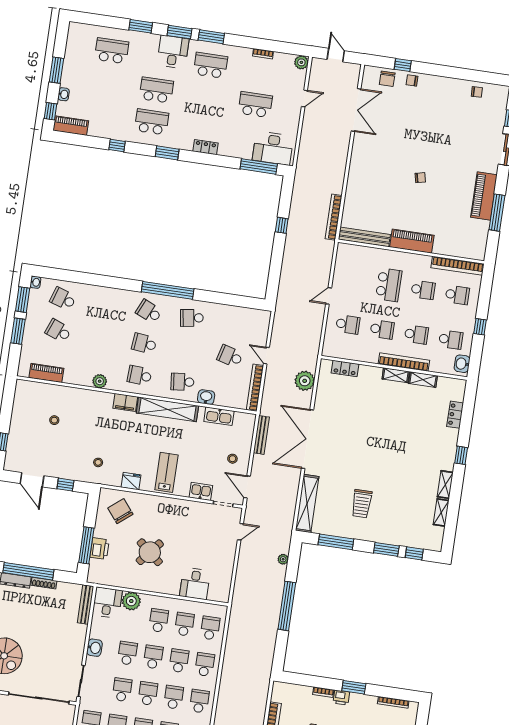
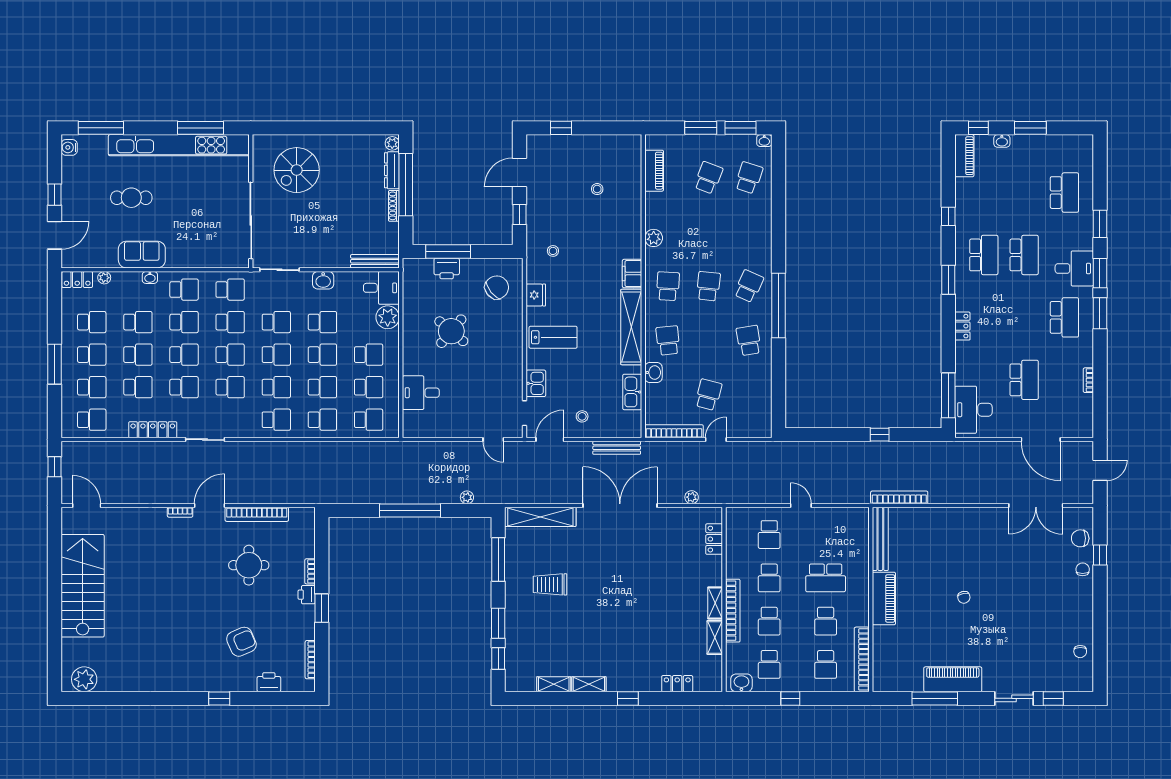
plant: (301, 62) -> (1085, 429), removed
door: (304, 98) -> (1041, 440), width x1.87
plant: (305, 381) -> (692, 497), width x0.53, depth x0.53

